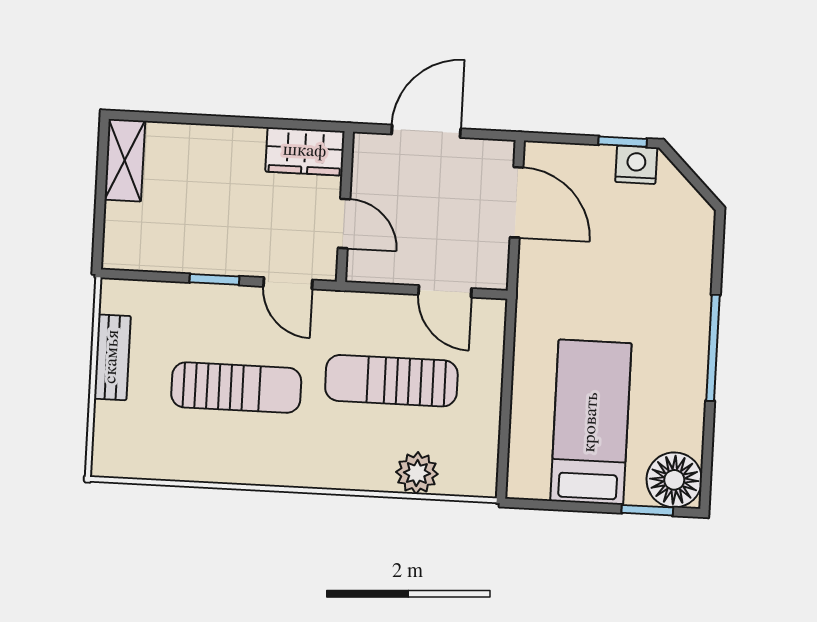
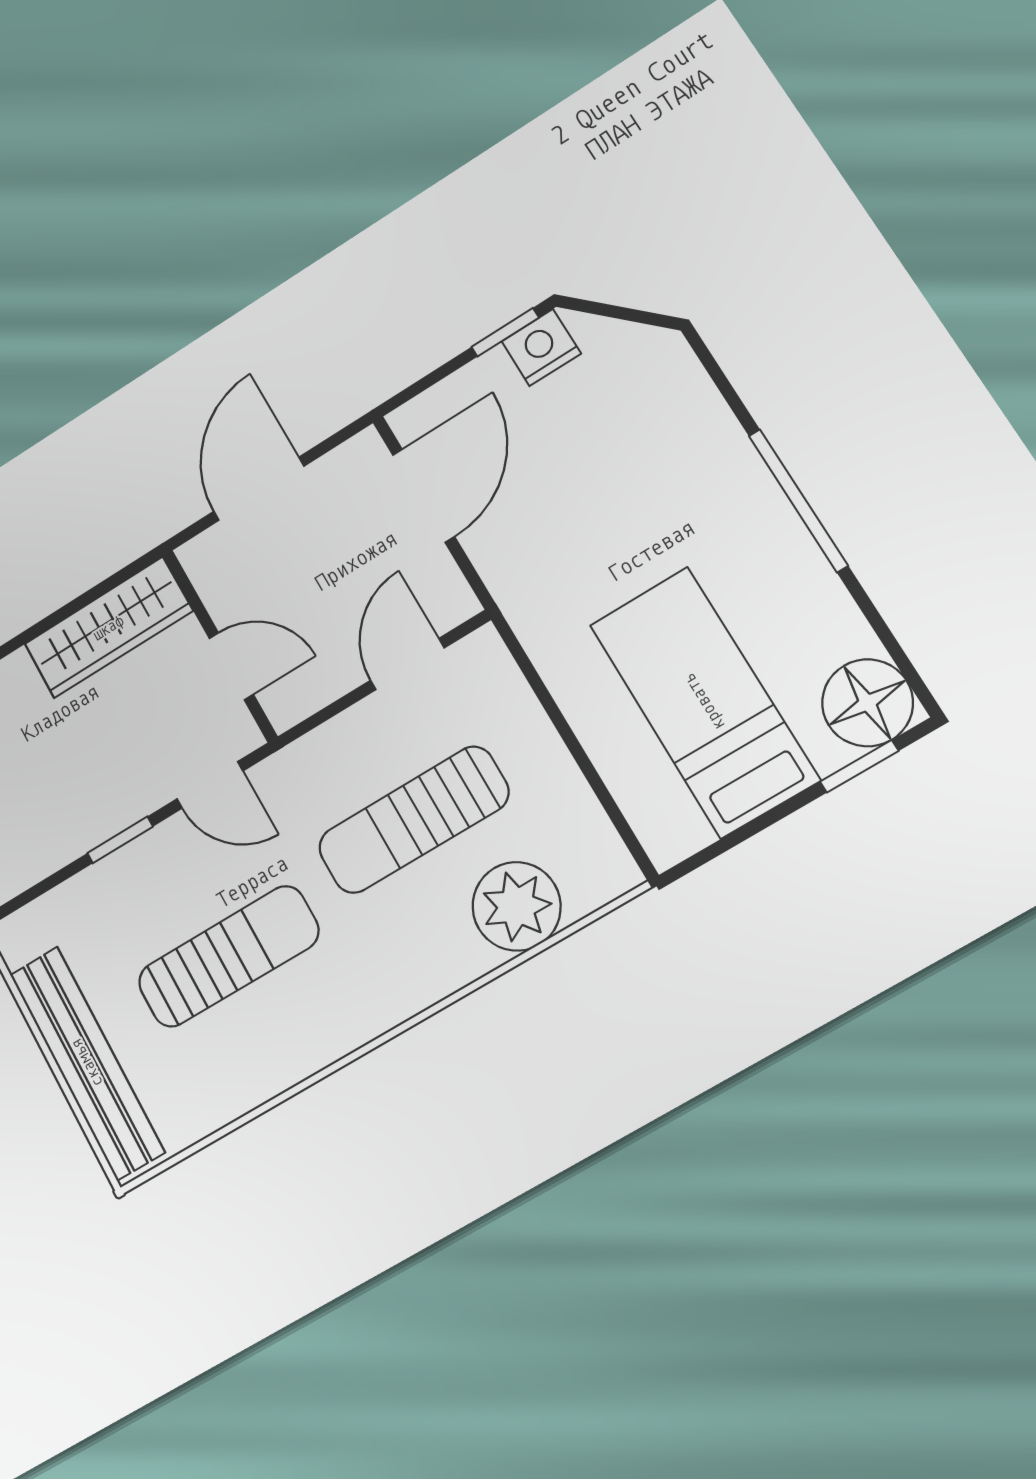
wardrobe: (305, 151) -> (108, 628), width x1.50
door: (516, 202) -> (424, 496), hinge flipped
door: (445, 291) -> (407, 664), swing flipped
bench: (112, 357) -> (87, 1063), width x1.86, depth x1.21
plant: (417, 473) -> (516, 906), width x1.36, depth x1.36

